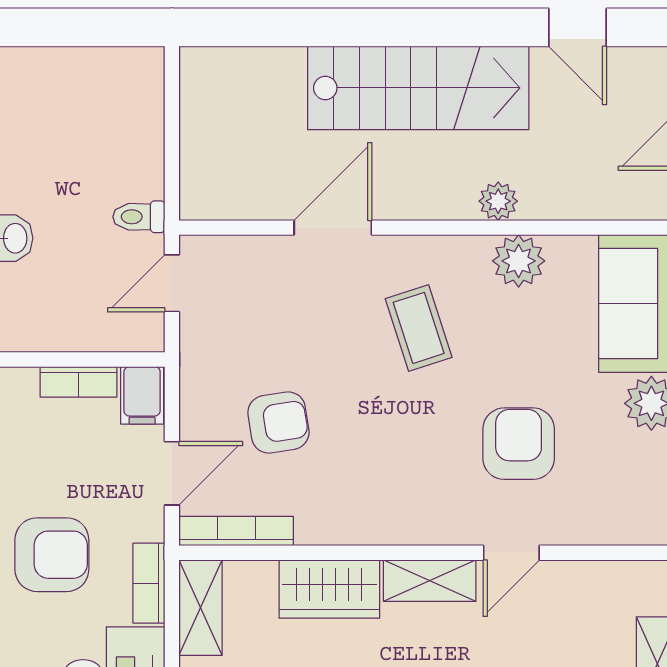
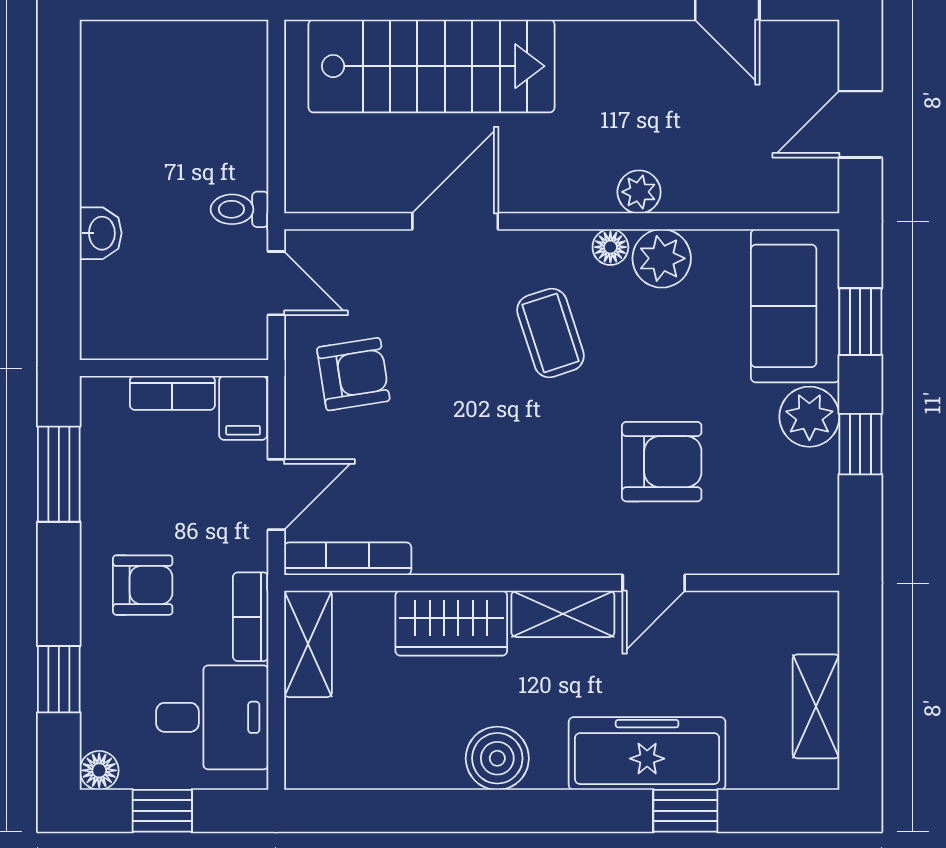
stairs: (418, 88) -> (431, 66), moved
floor lamp: (472, 251) -> (610, 247), added
door: (172, 283) -> (276, 283), swing flipped
armchair: (278, 423) -> (353, 374), moved
armchair: (519, 444) -> (662, 462), turned 90
armchair: (52, 555) -> (143, 585), width x0.72, depth x0.72

